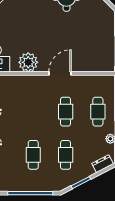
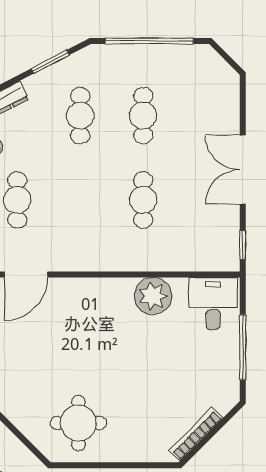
door: (60, 73) -> (26, 275), moved
cafe table: (66, 112) -> (143, 200), moved

